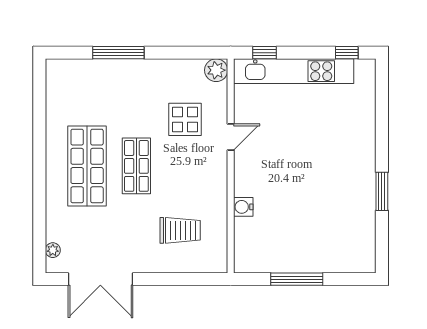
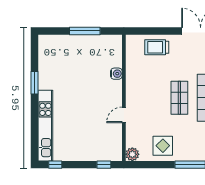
kitchen unit: (294, 71) -> (45, 126), moved, turned 90
display table: (185, 119) -> (163, 146), moved
trolley: (180, 230) -> (157, 47), moved

